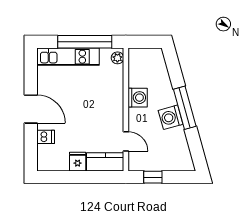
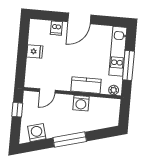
window: (85, 42) -> (128, 65), width x0.68
washing machine: (171, 117) -> (37, 133), moved
kitchen counter: (105, 162) -> (86, 85), moved, turned -90

